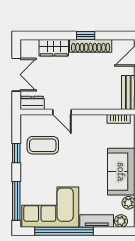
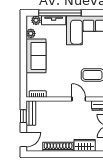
window: (86, 36) -> (62, 154), removed
window: (64, 231) -> (60, 13), moved

